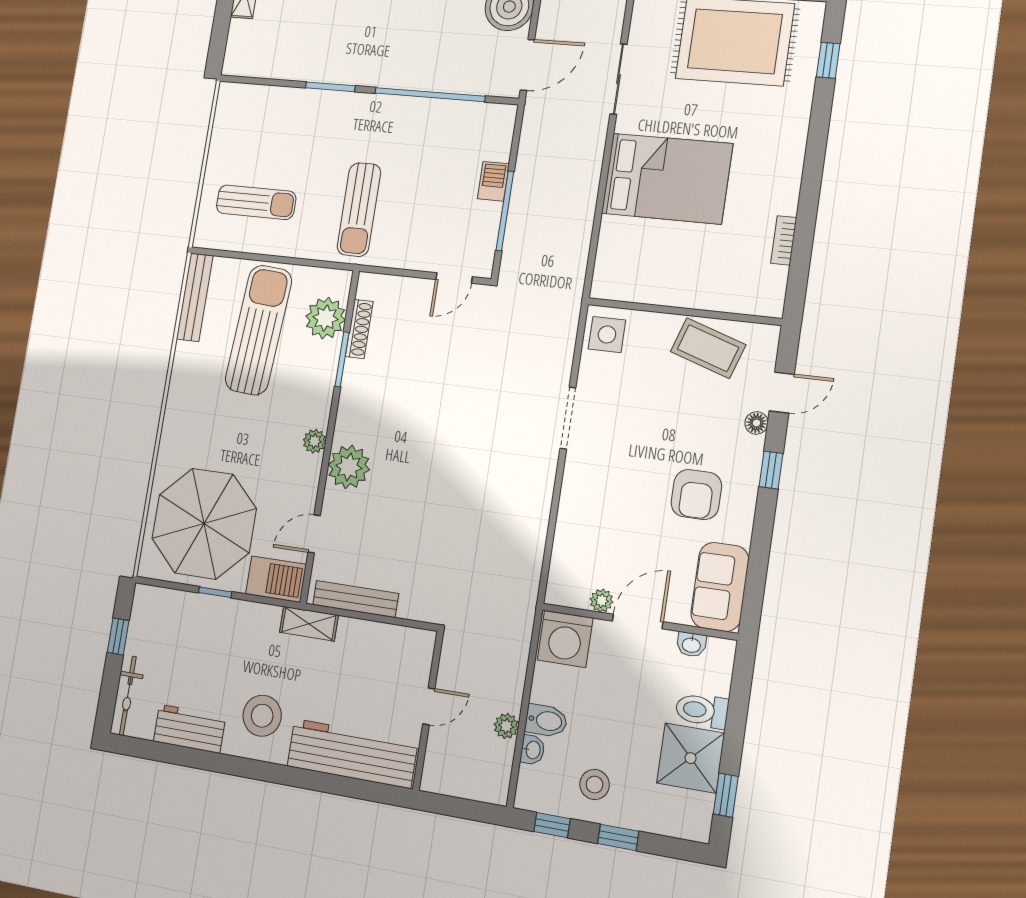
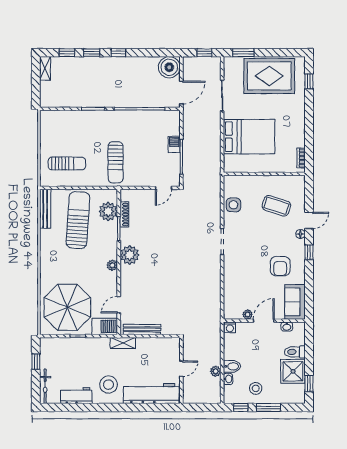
wall: (684, 312) -> (264, 174), moved
plant: (349, 467) -> (130, 255), moved
washing machine: (565, 639) -> (230, 327), width x0.53, depth x0.53
window: (618, 837) -> (268, 407), width x1.50

